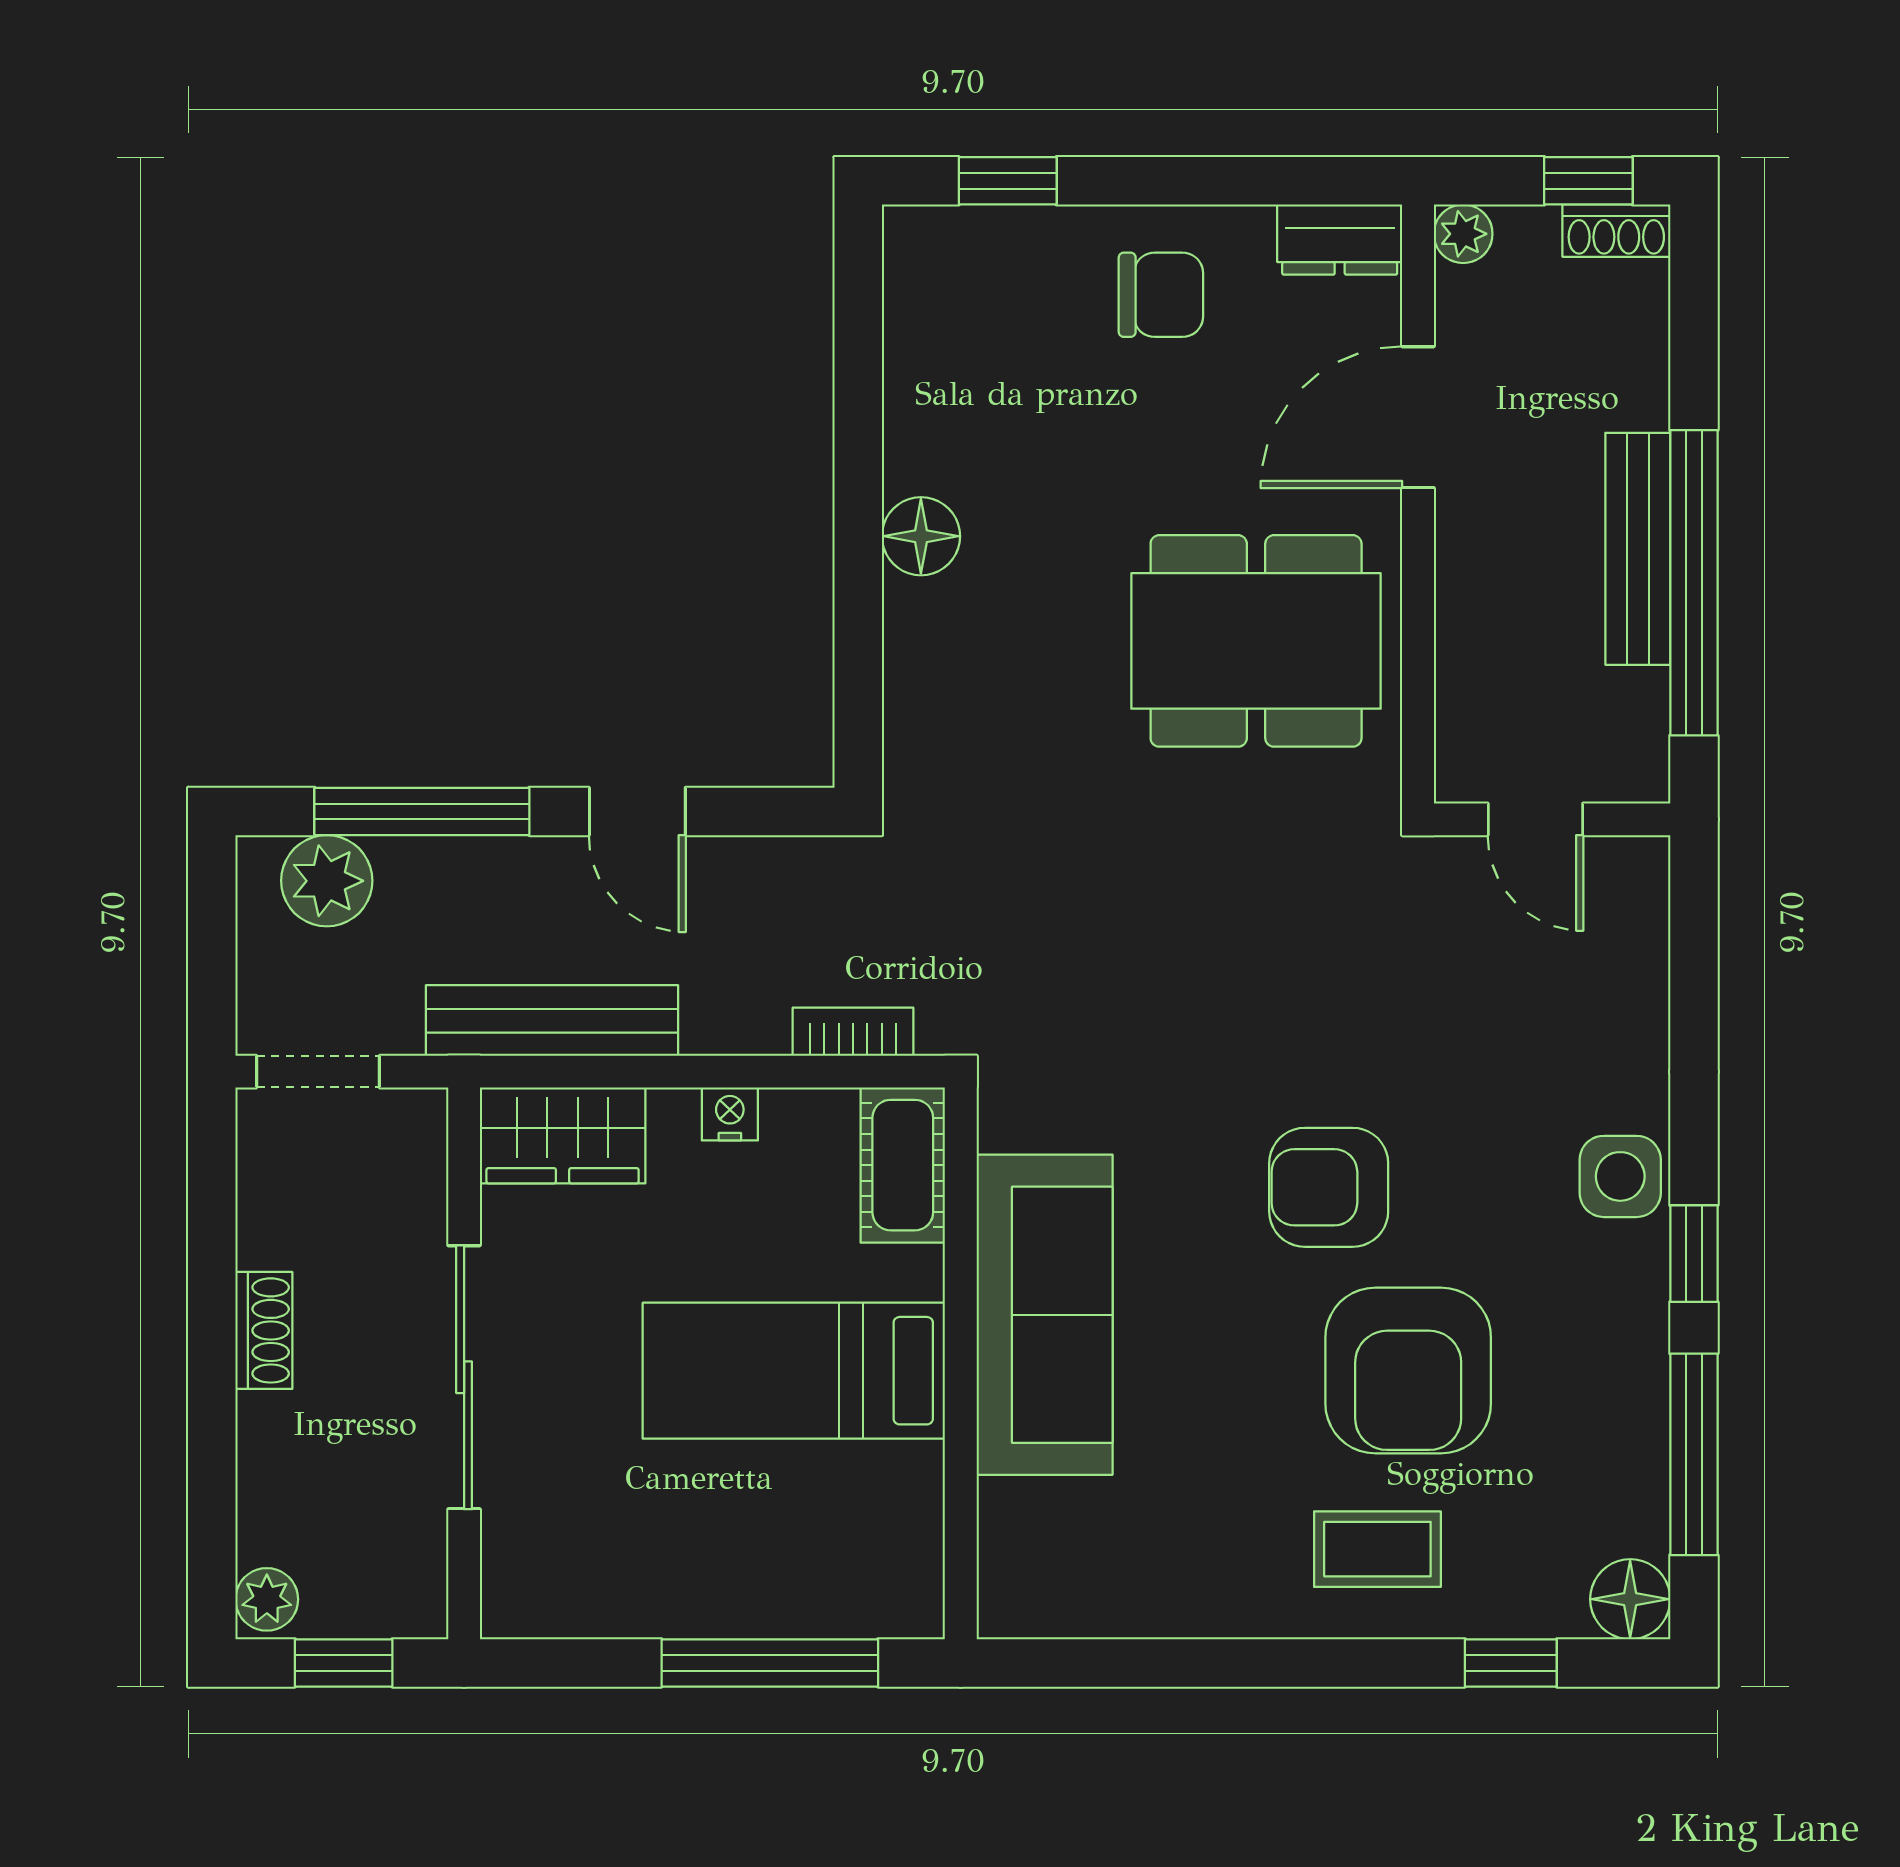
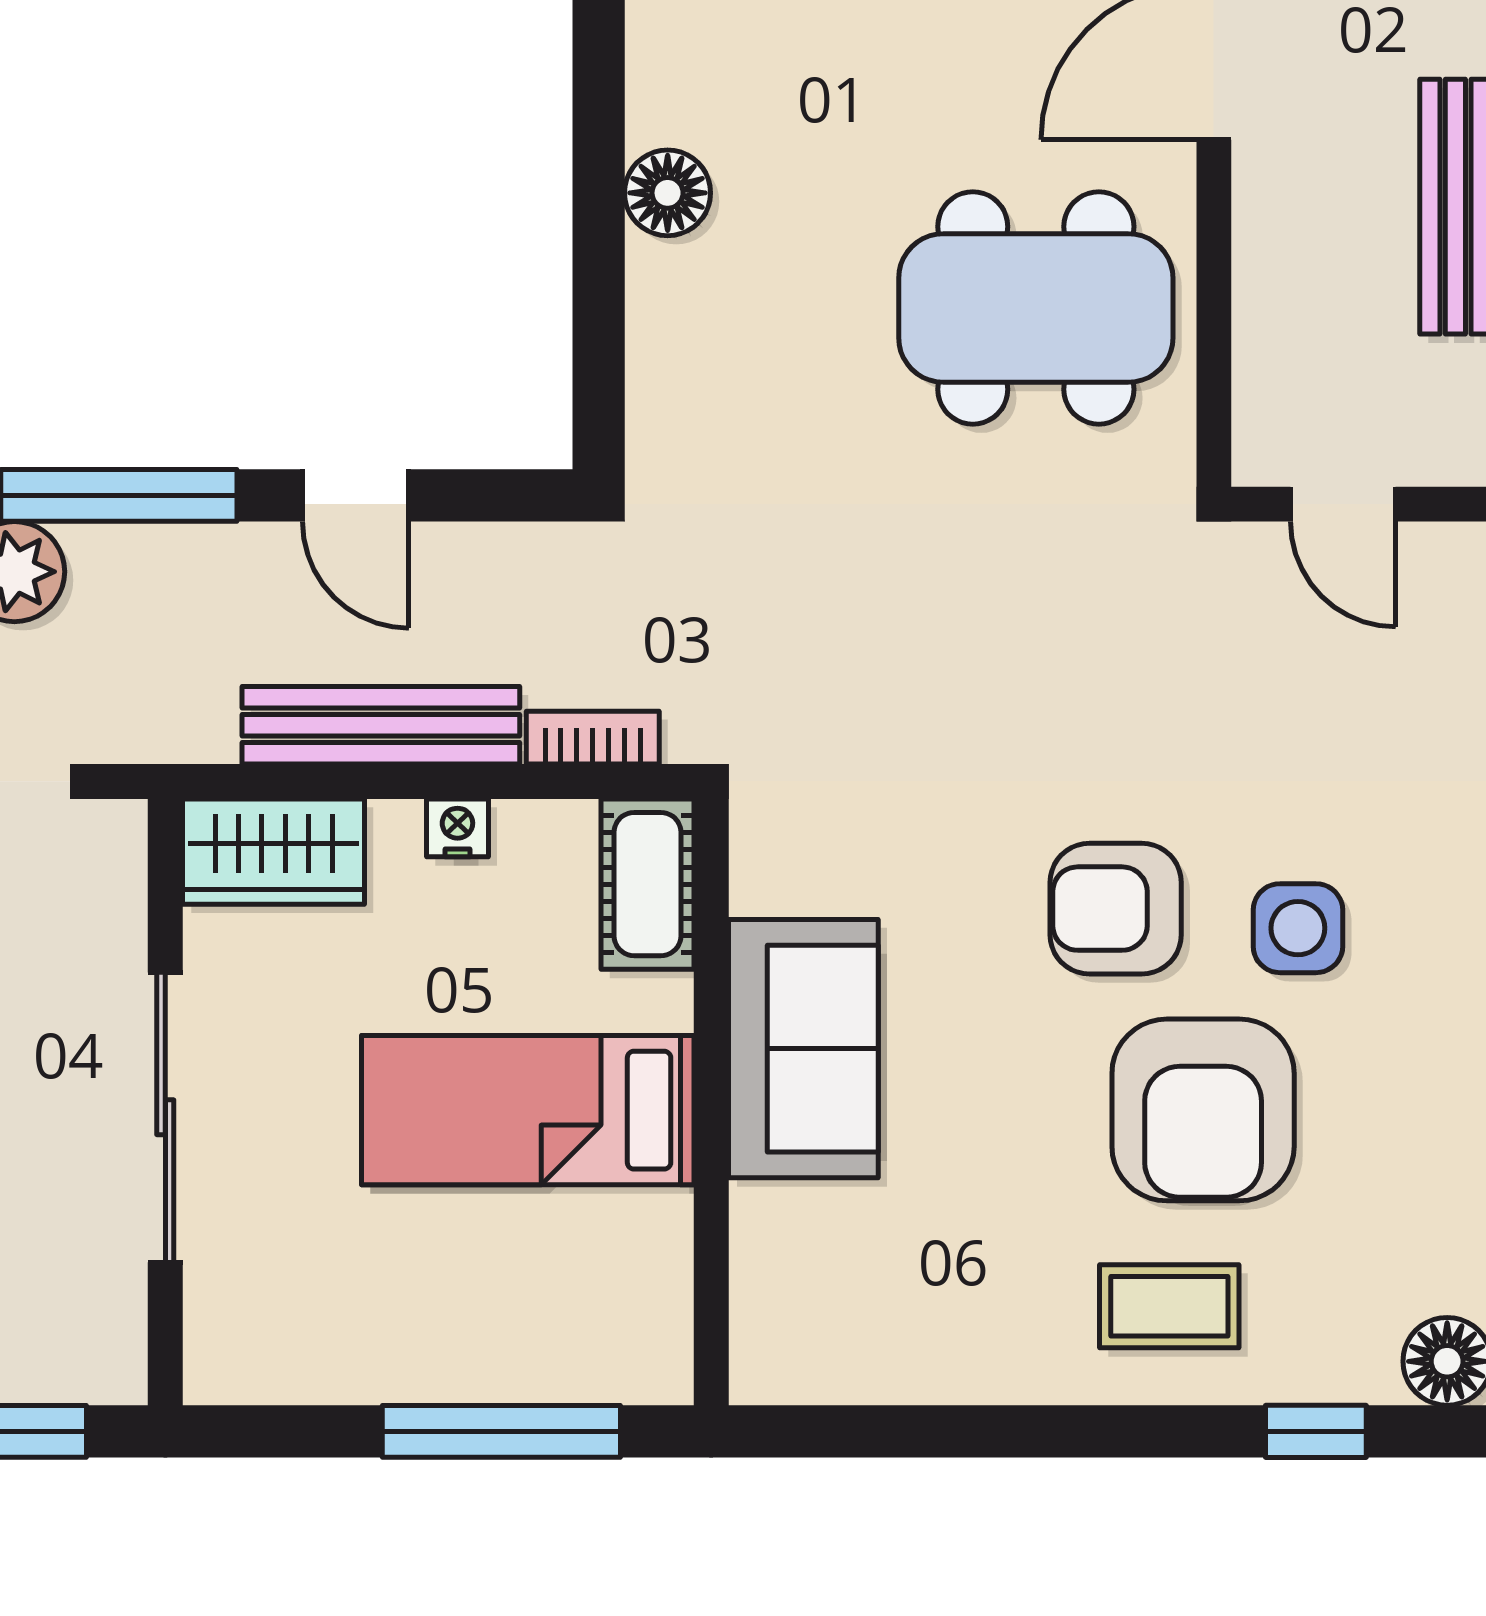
bench: (552, 1021) -> (381, 725), moved
side table: (1620, 1176) -> (1298, 928), moved
sofa: (1045, 1315) -> (803, 1049), width x0.73

